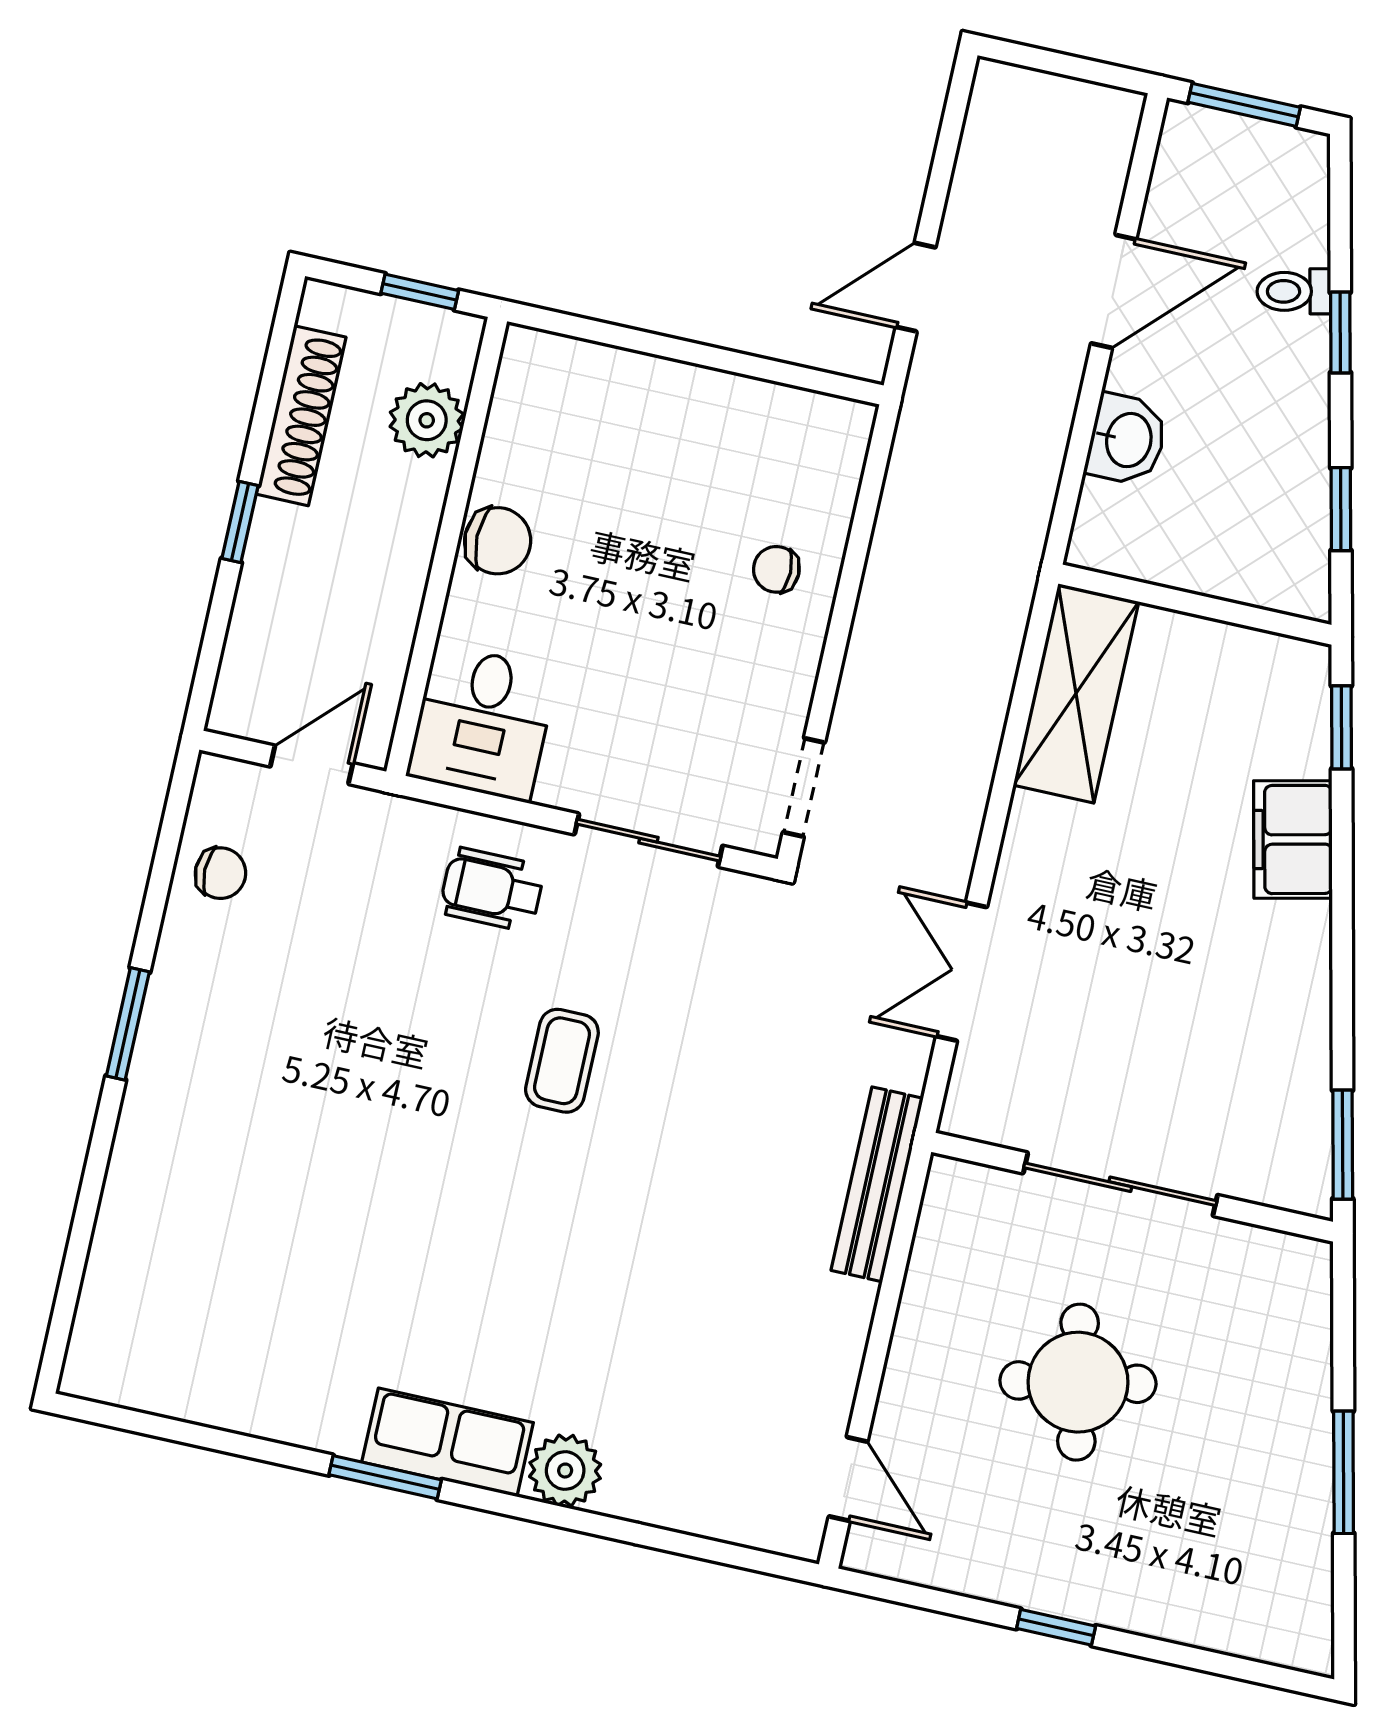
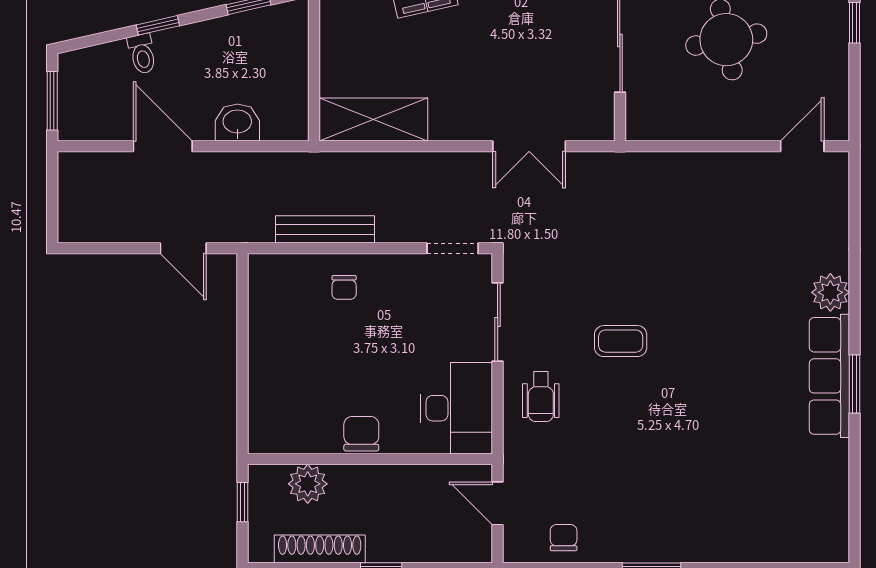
desk: (482, 723) -> (456, 408), width x1.37
bench: (877, 1184) -> (325, 229), moved
row of seats: (448, 1442) -> (829, 376), width x1.48

